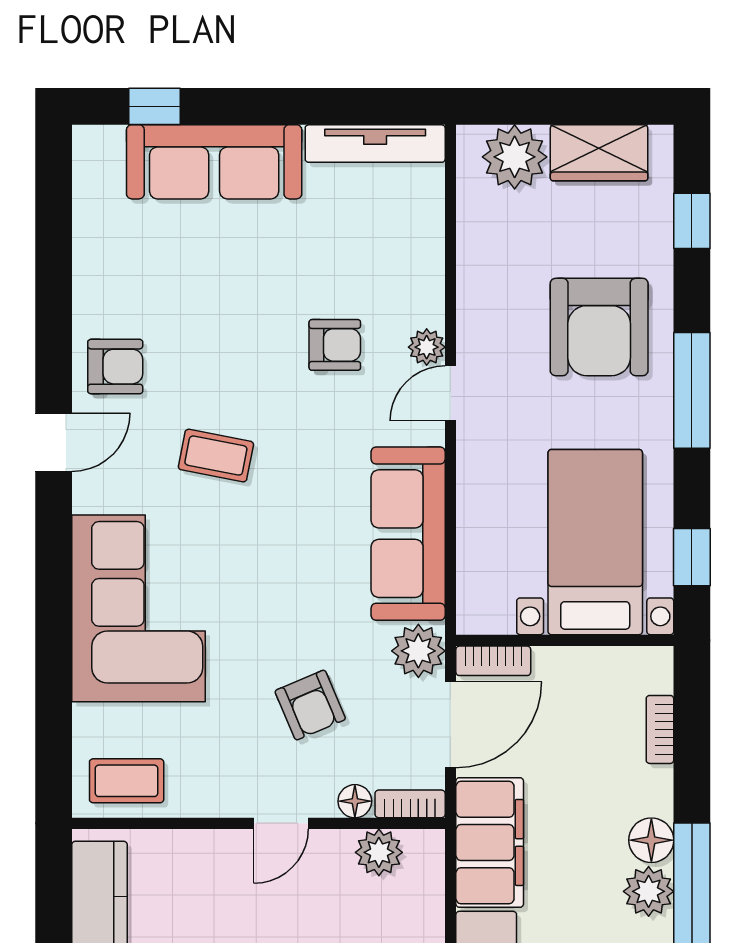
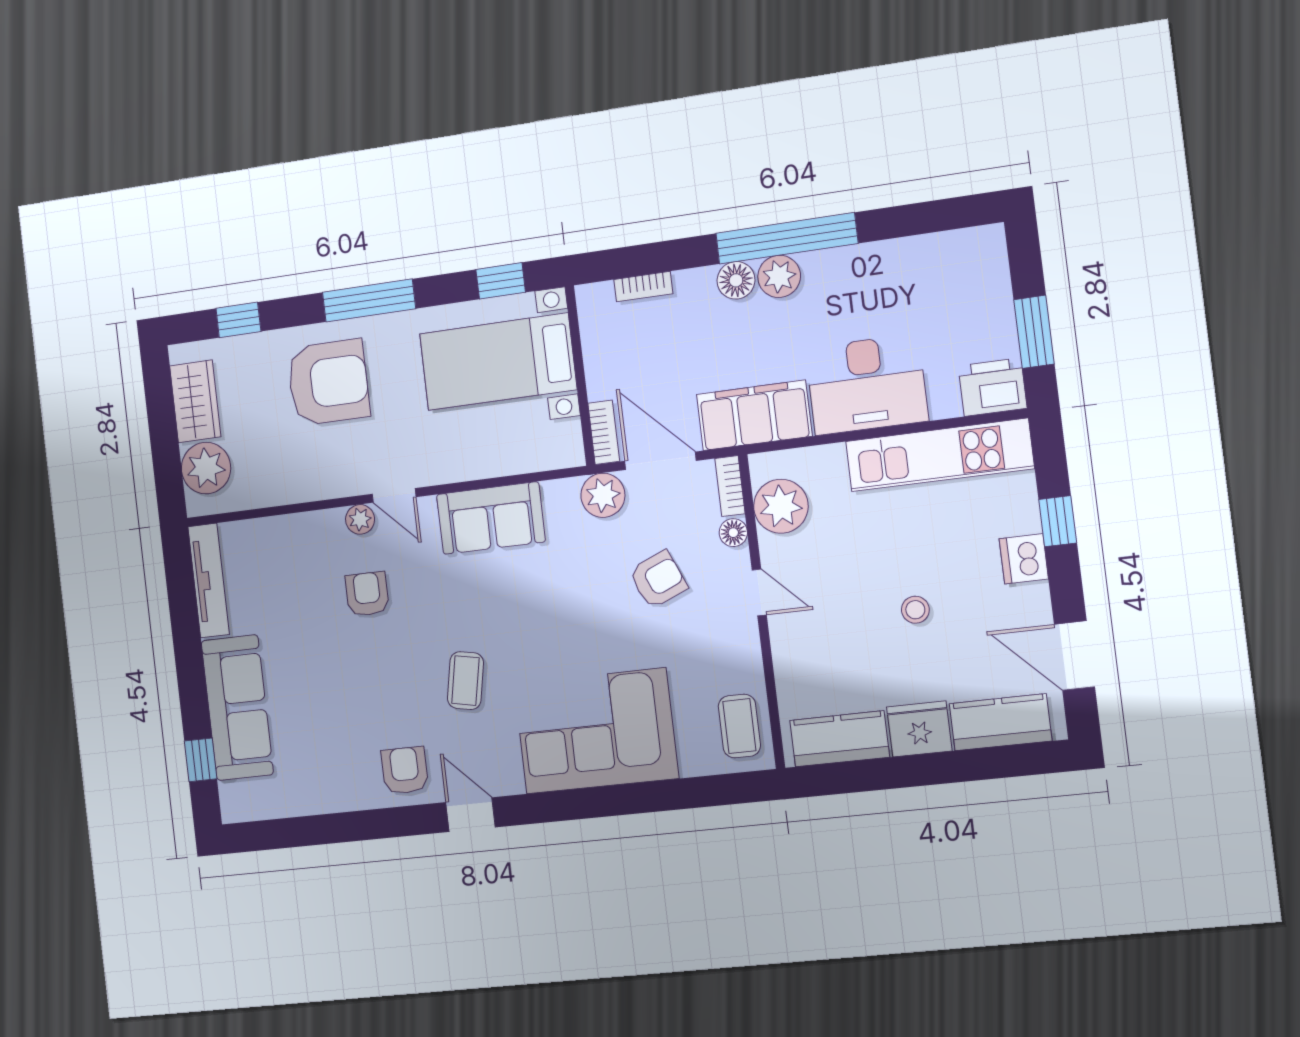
sofa: (408, 534) -> (491, 518), width x0.73
plant: (379, 852) -> (781, 506), width x1.36, depth x1.36

